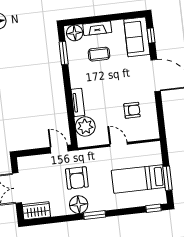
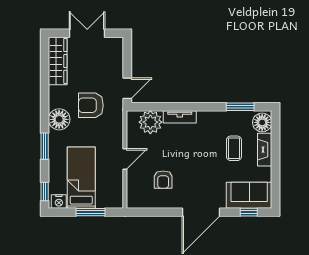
window: (168, 178) -> (90, 212), moved
nightstand: (160, 195) -> (59, 202), added
floor lamp: (79, 205) -> (59, 119), moved
wardrobe: (36, 211) -> (58, 61), width x1.50
window: (95, 215) -> (45, 146), moved

